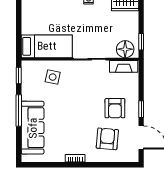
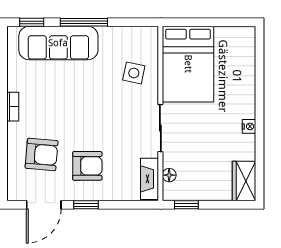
bed: (47, 46) -> (188, 64), width x1.50
floor lamp: (125, 49) -> (169, 175), width x0.53, depth x0.53
window: (19, 76) -> (32, 22), moved
armchair: (115, 108) -> (87, 166), turned 180

